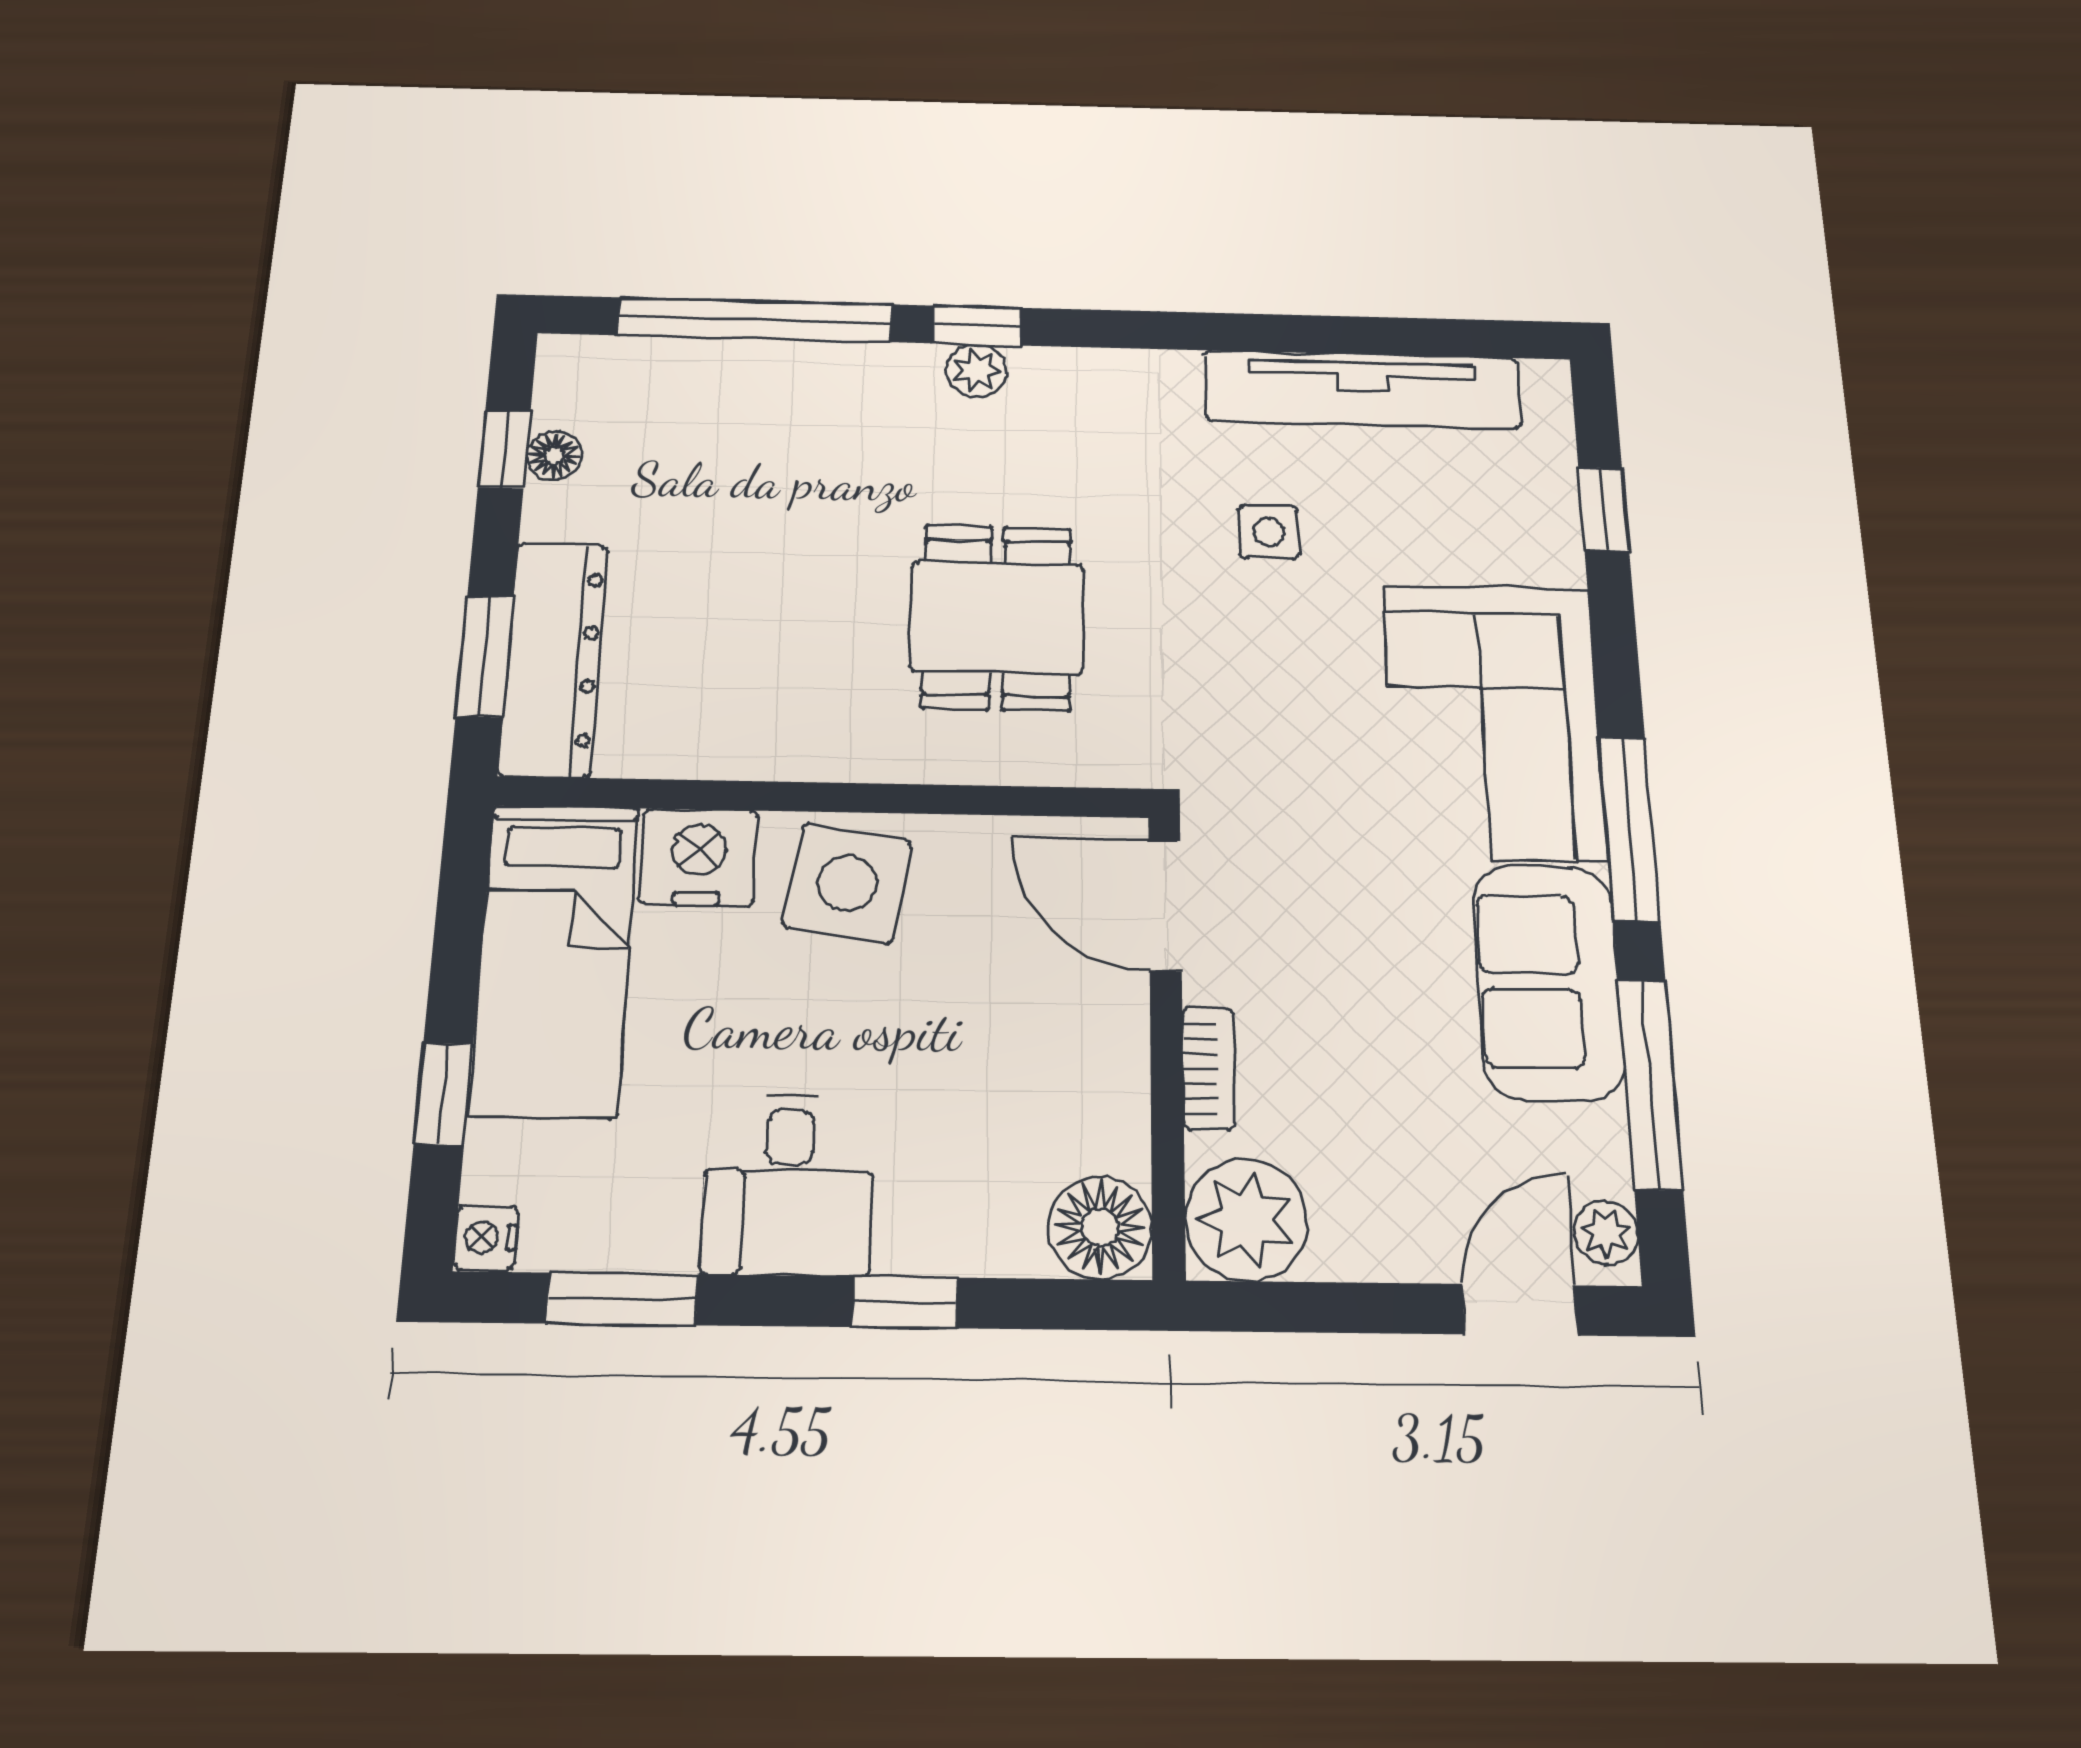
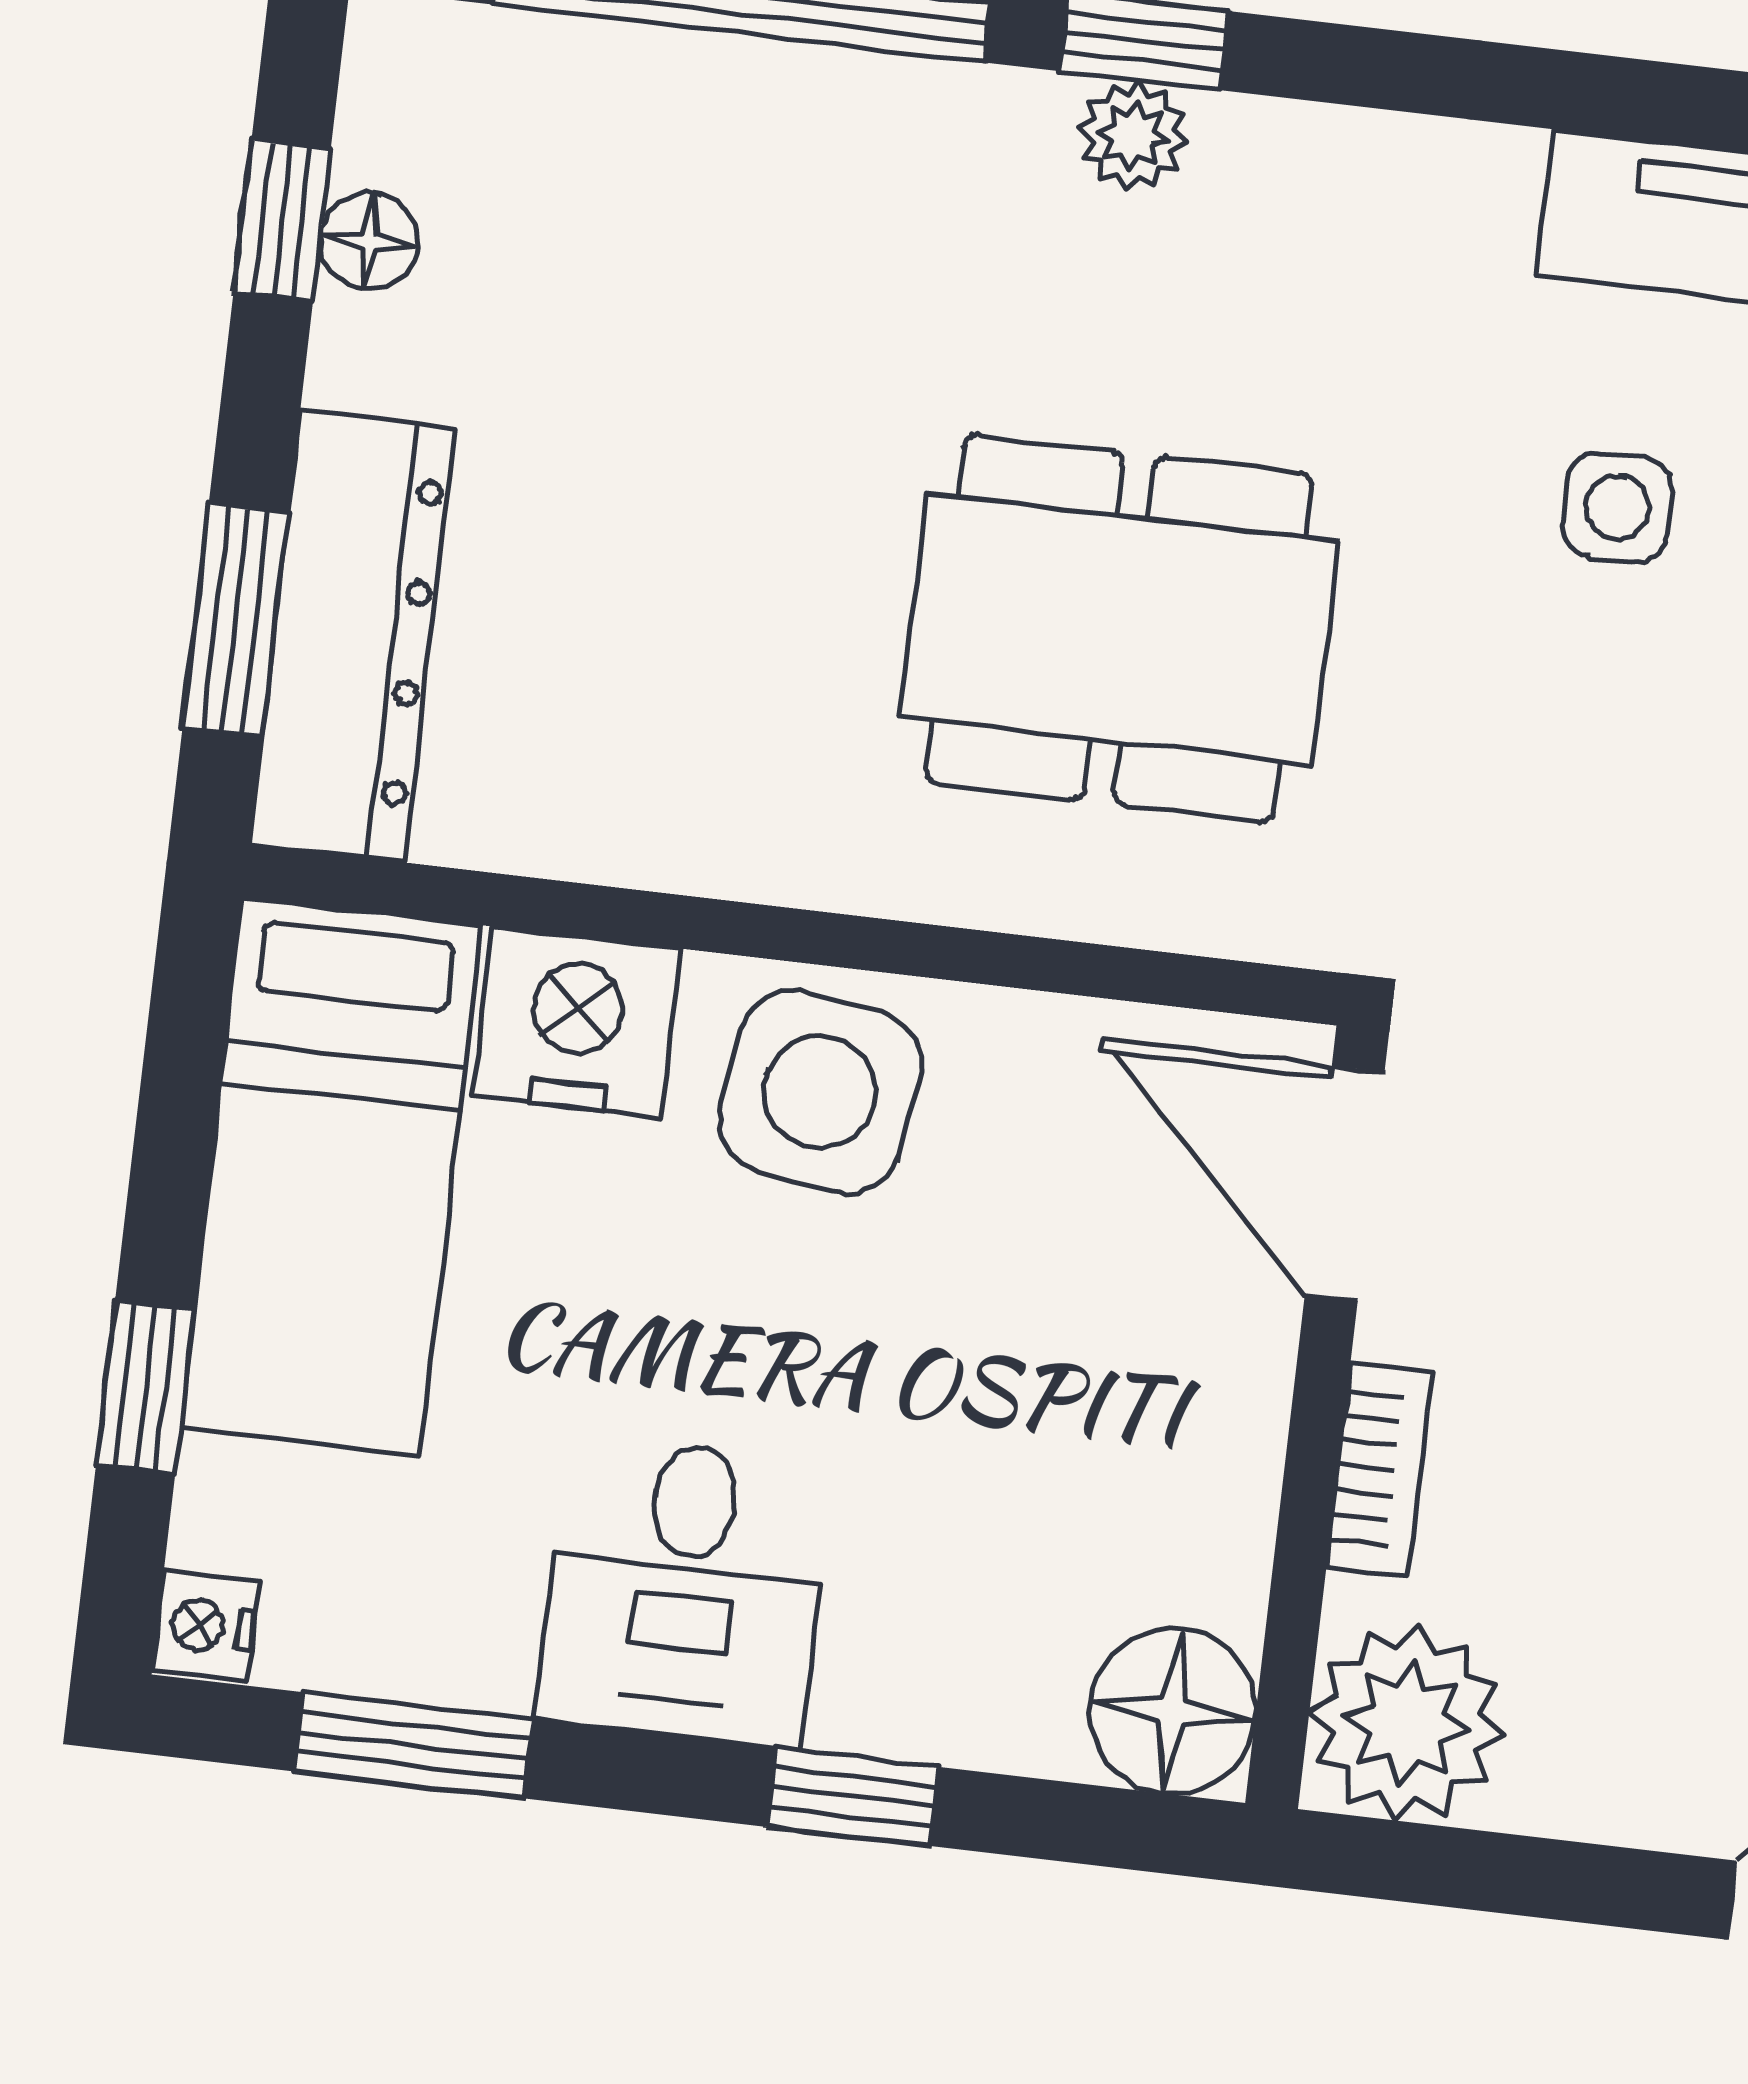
dining table: (997, 617) -> (1119, 629), width x1.38

